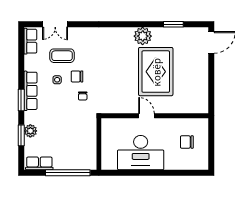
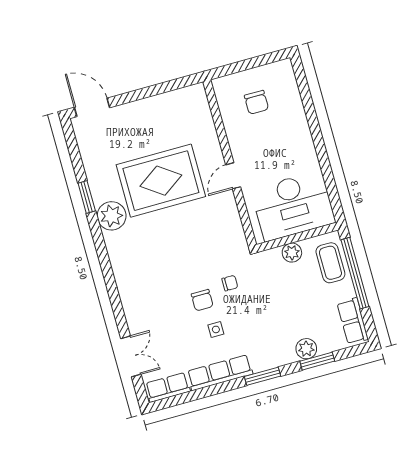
window: (173, 24) -> (87, 197), moved
coffee table: (62, 56) -> (330, 263), moved
row of seats: (30, 91) -> (220, 373), moved
plant: (91, 138) -> (292, 253), added
desk: (141, 153) -> (293, 206), moved, turned 90

